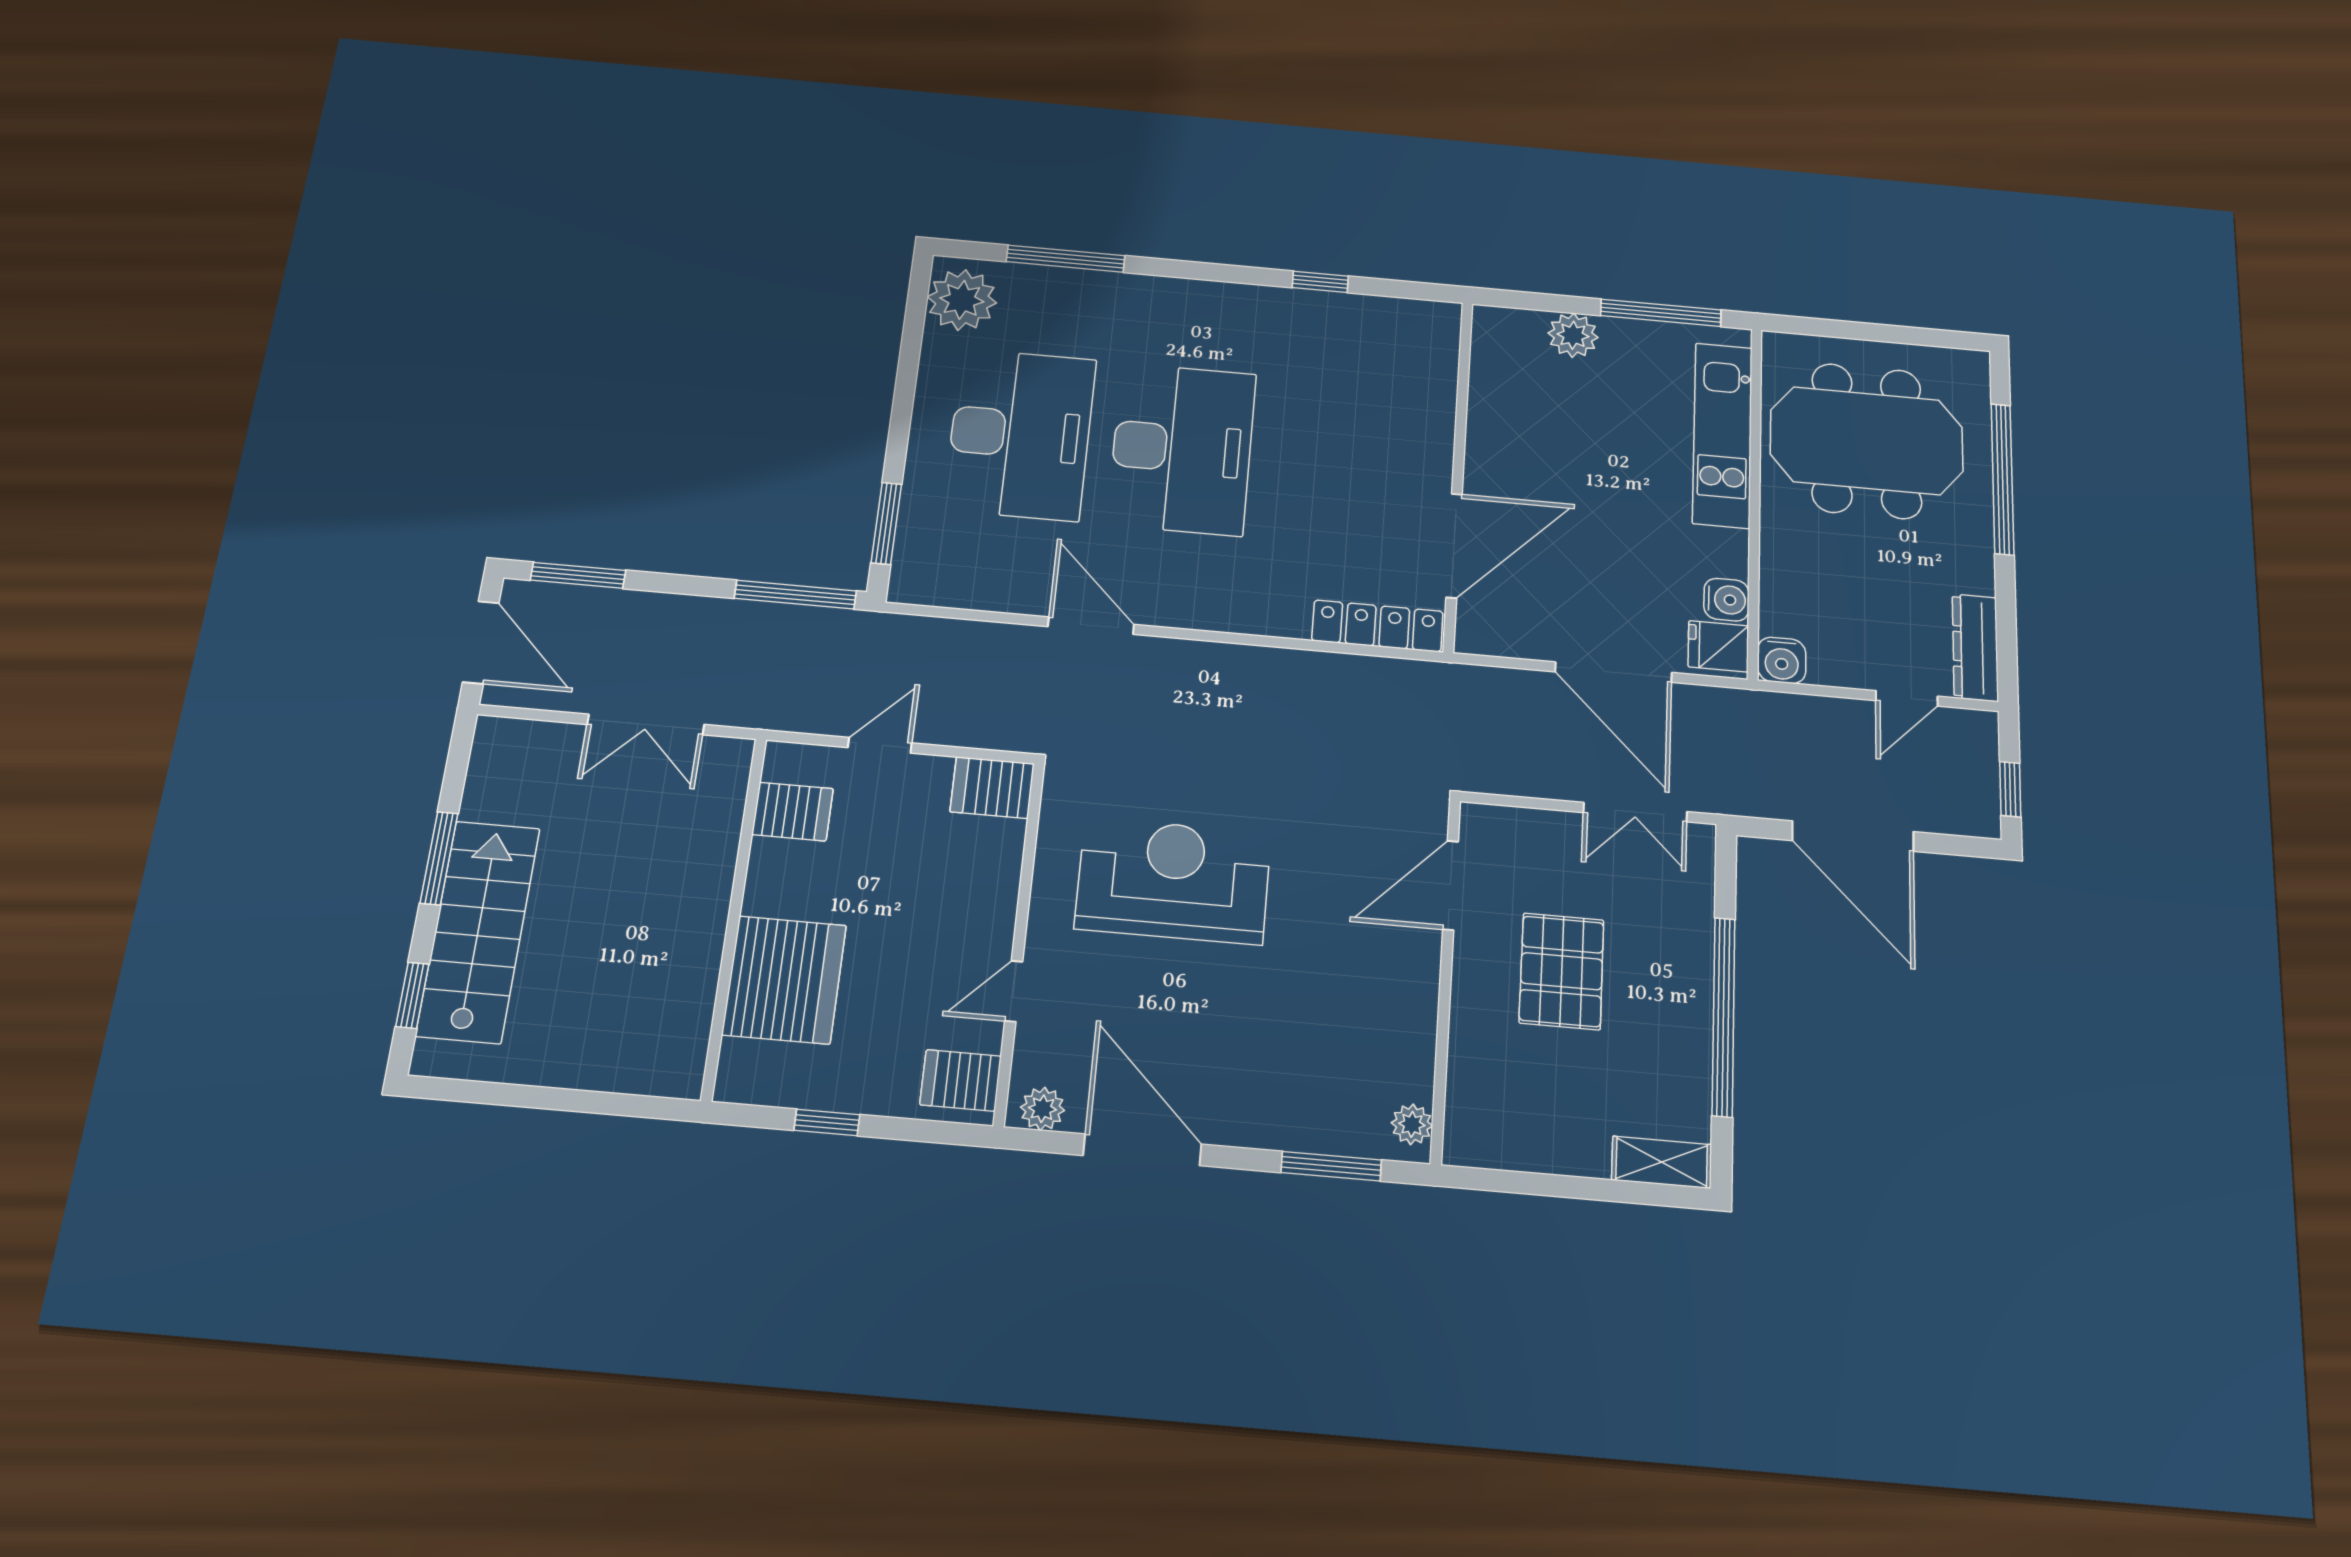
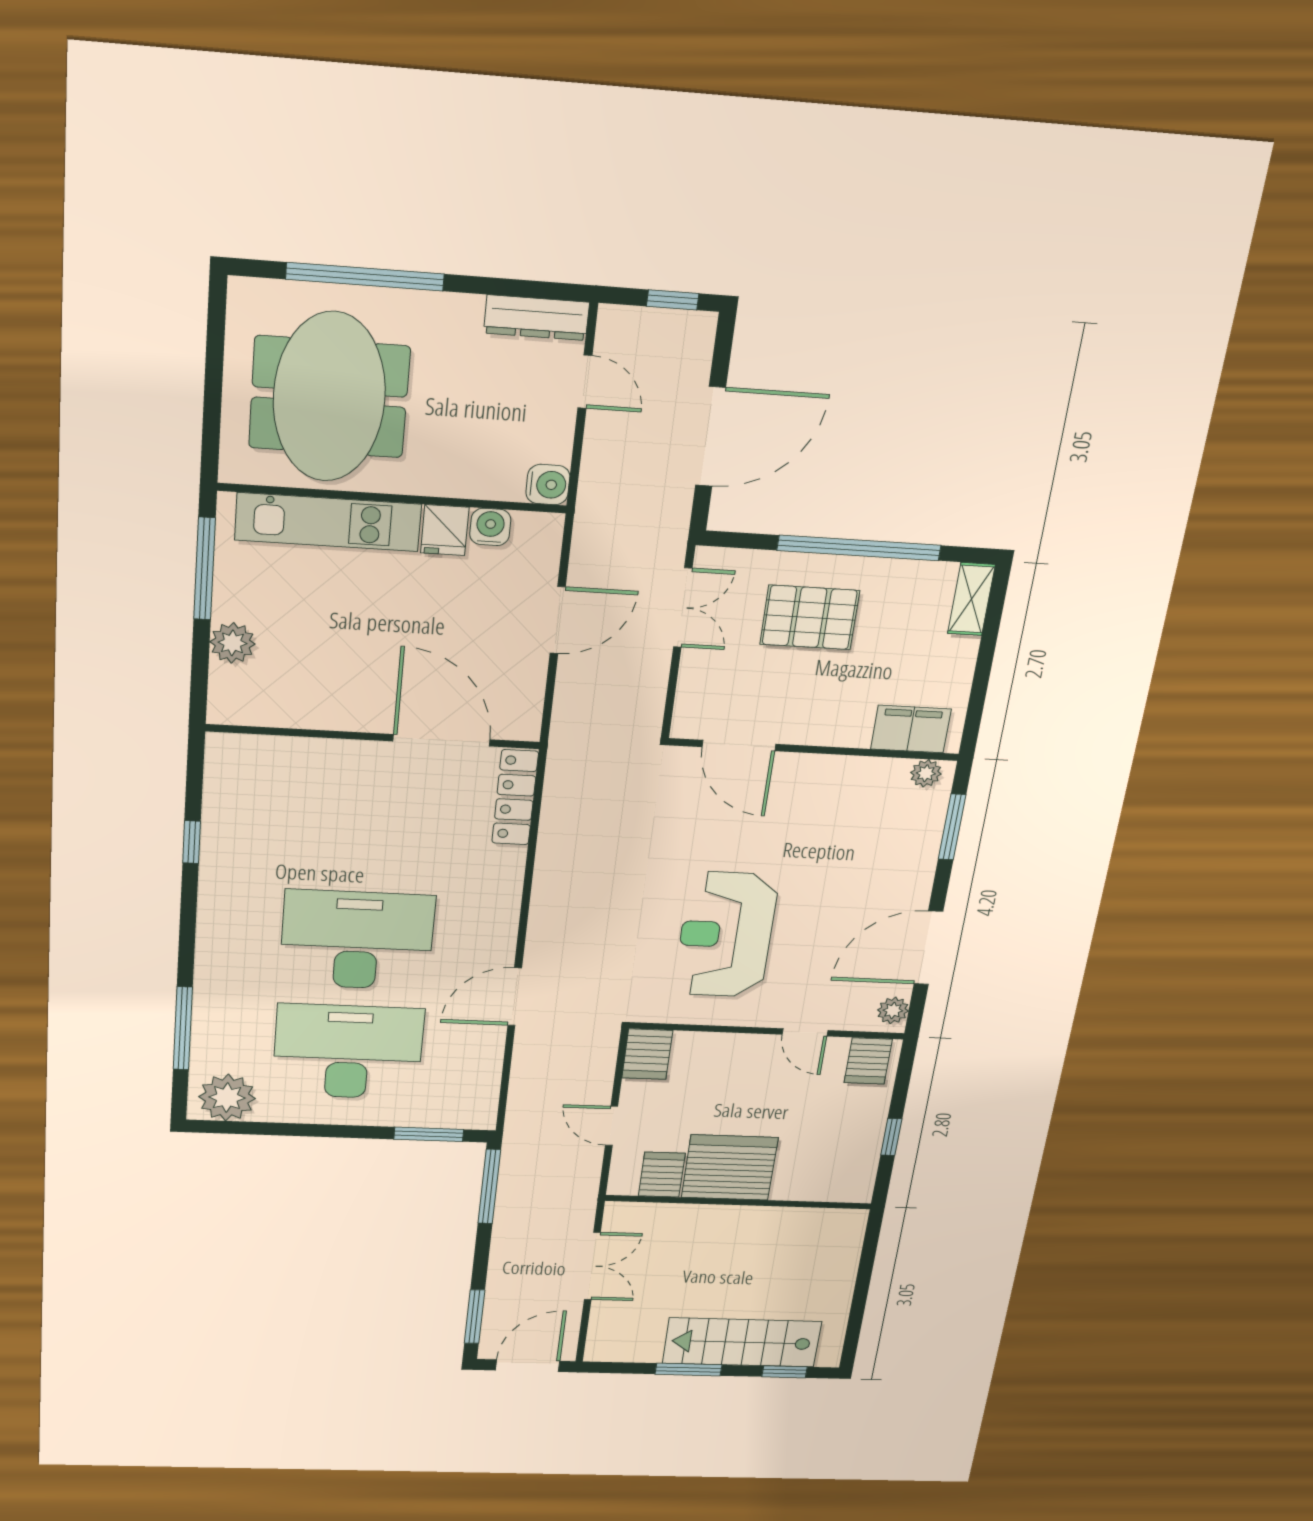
fridge: (1718, 646) -> (445, 530), moved
door: (1613, 672) -> (558, 620), width x0.73
pallet: (1562, 971) -> (810, 617), moved
server rack: (784, 980) -> (730, 1168), moved
filing cabinet: (1476, 1100) -> (911, 729), added

